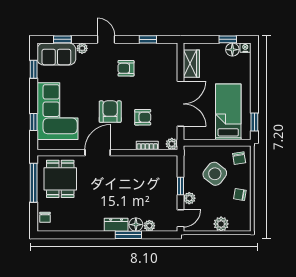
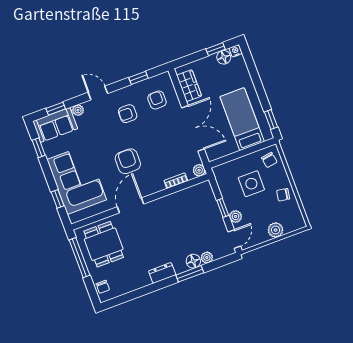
armchair: (143, 117) -> (157, 100), moved, turned -91
side table: (215, 174) -> (251, 184), turned -38
dresser: (116, 225) -> (162, 273), moved

